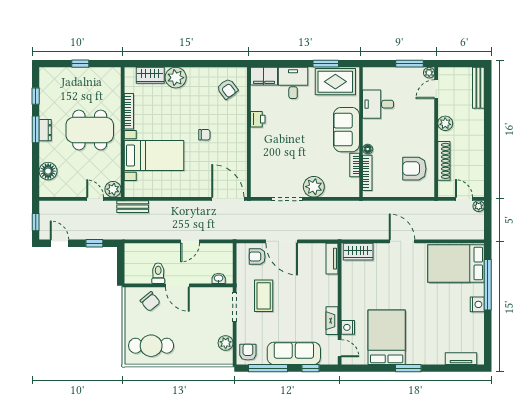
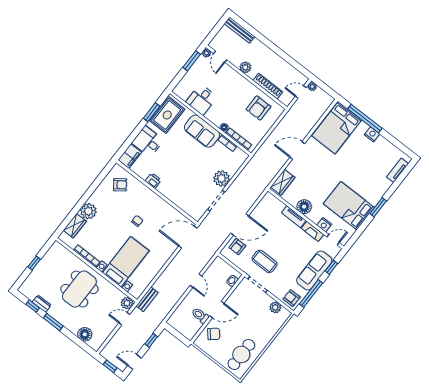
dresser: (45, 130) -> (42, 304), moved
tv unit: (332, 259) -> (294, 217), moved
floor lamp: (350, 293) -> (304, 207), added

